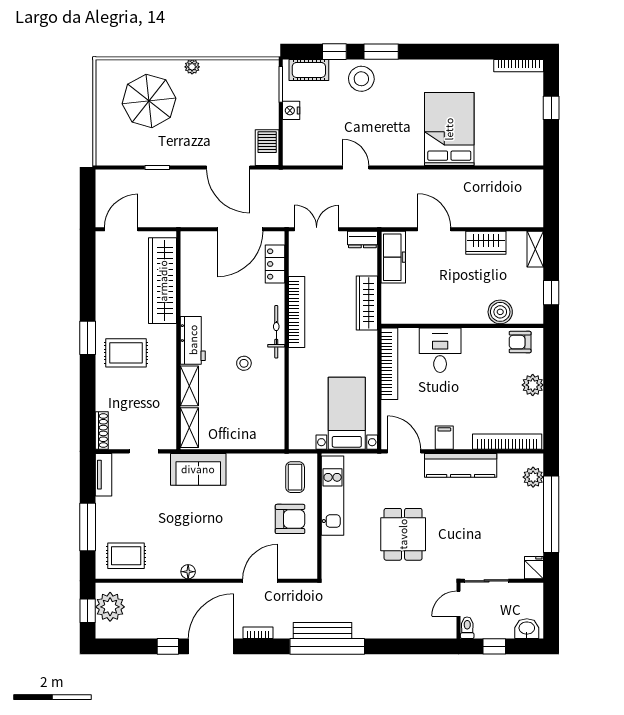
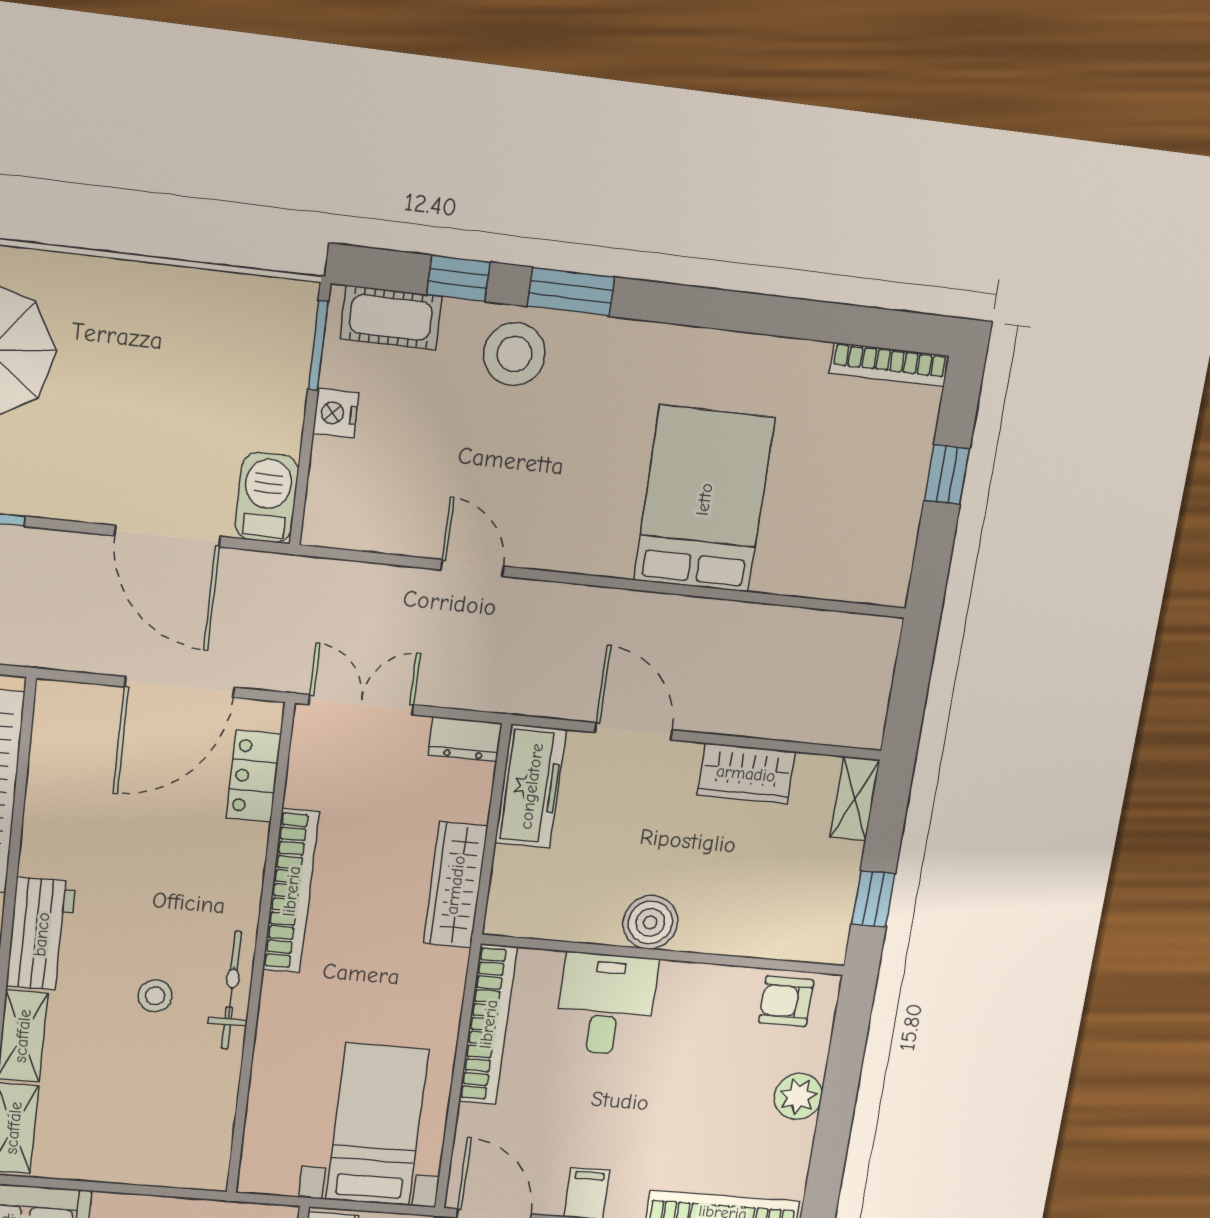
plant: (192, 67) -> (104, 276), removed
boiler: (500, 312) -> (650, 922), moved
bicycle: (276, 332) -> (231, 990), moved

